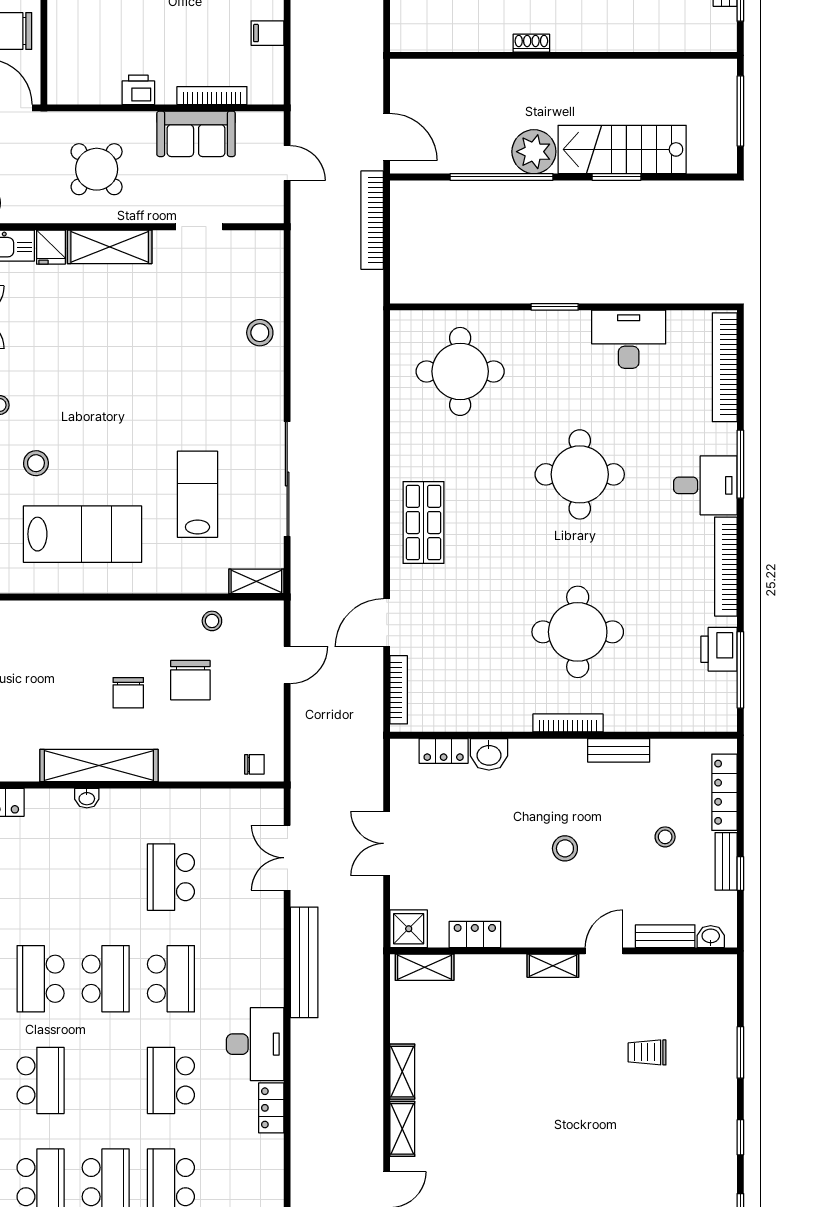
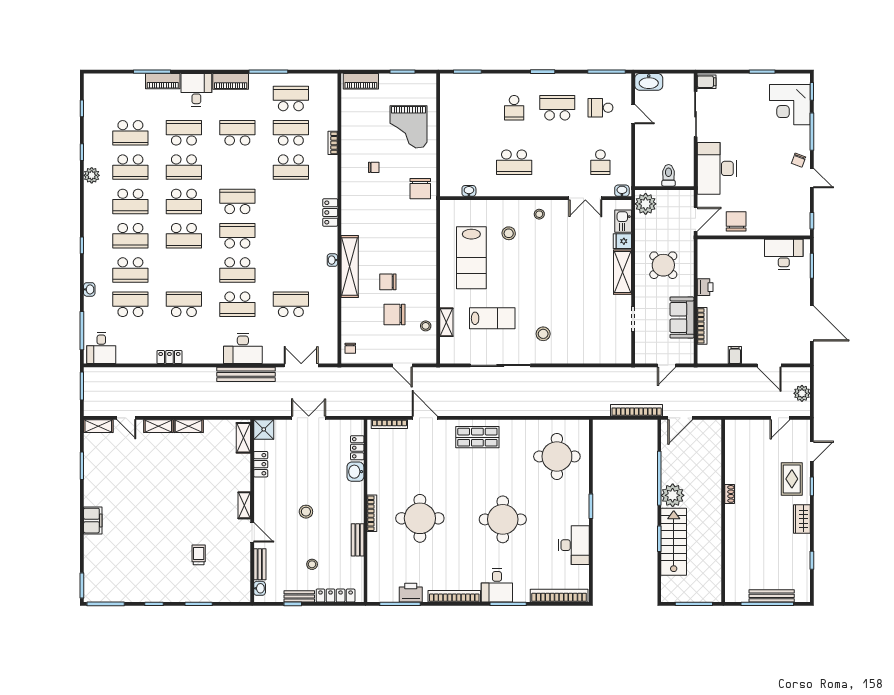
stool: (260, 333) -> (543, 334), moved
shelving: (256, 581) -> (446, 322), moved
desk: (255, 1044) -> (243, 349), moved

